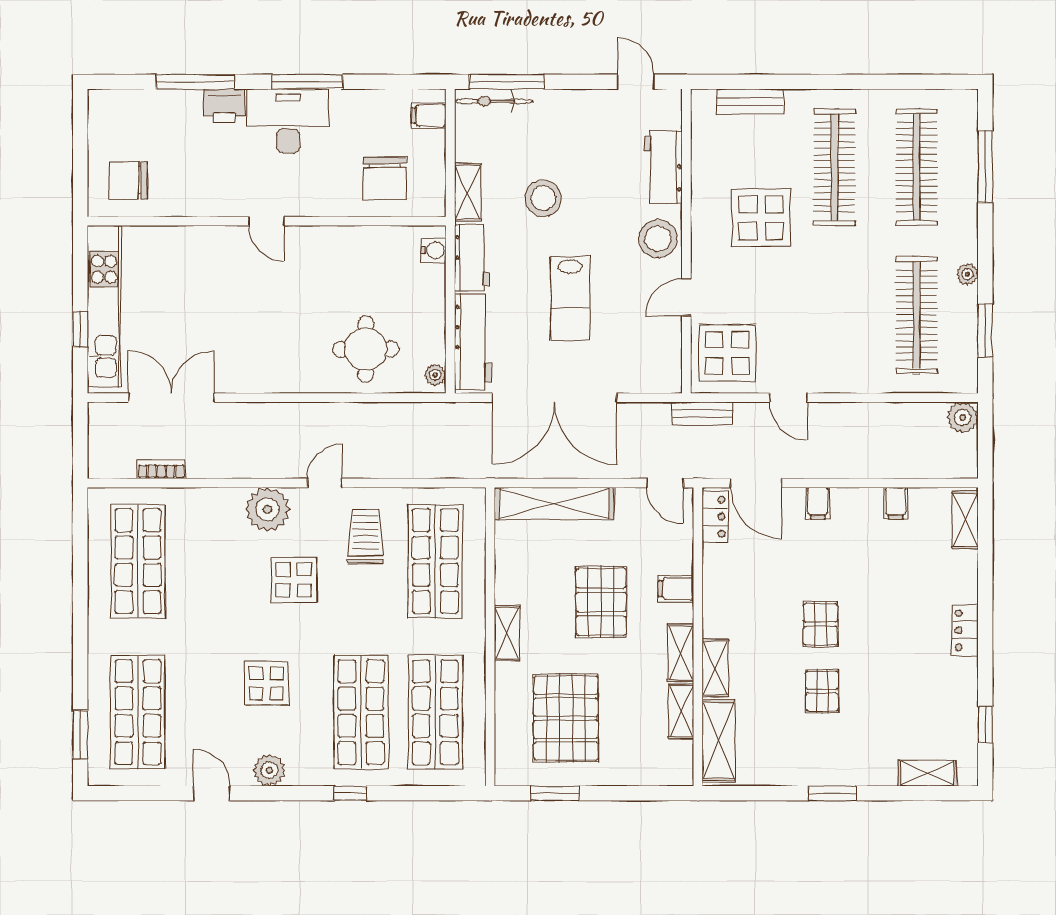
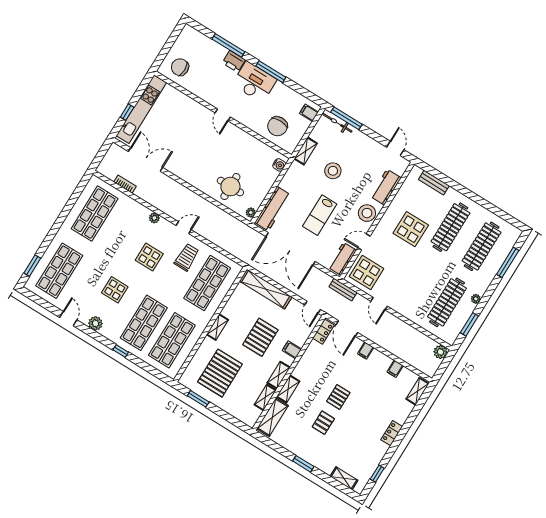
workbench: (472, 257) -> (342, 259), moved, turned 180
plant: (268, 509) -> (154, 218), width x0.53, depth x0.53

